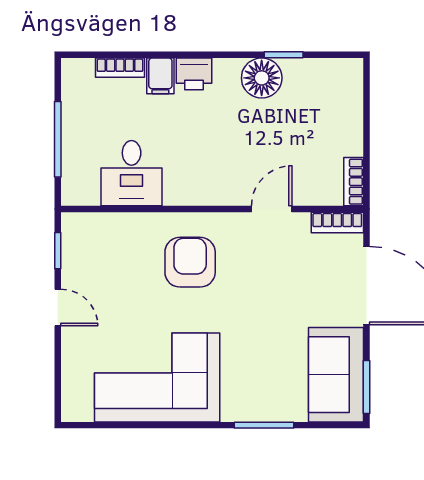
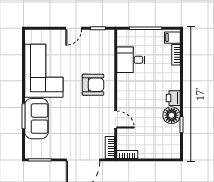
printer: (194, 74) -> (173, 98), moved
filing cabinet: (160, 76) -> (172, 38), moved
sofa: (336, 375) -> (37, 119), moved, turned 90

